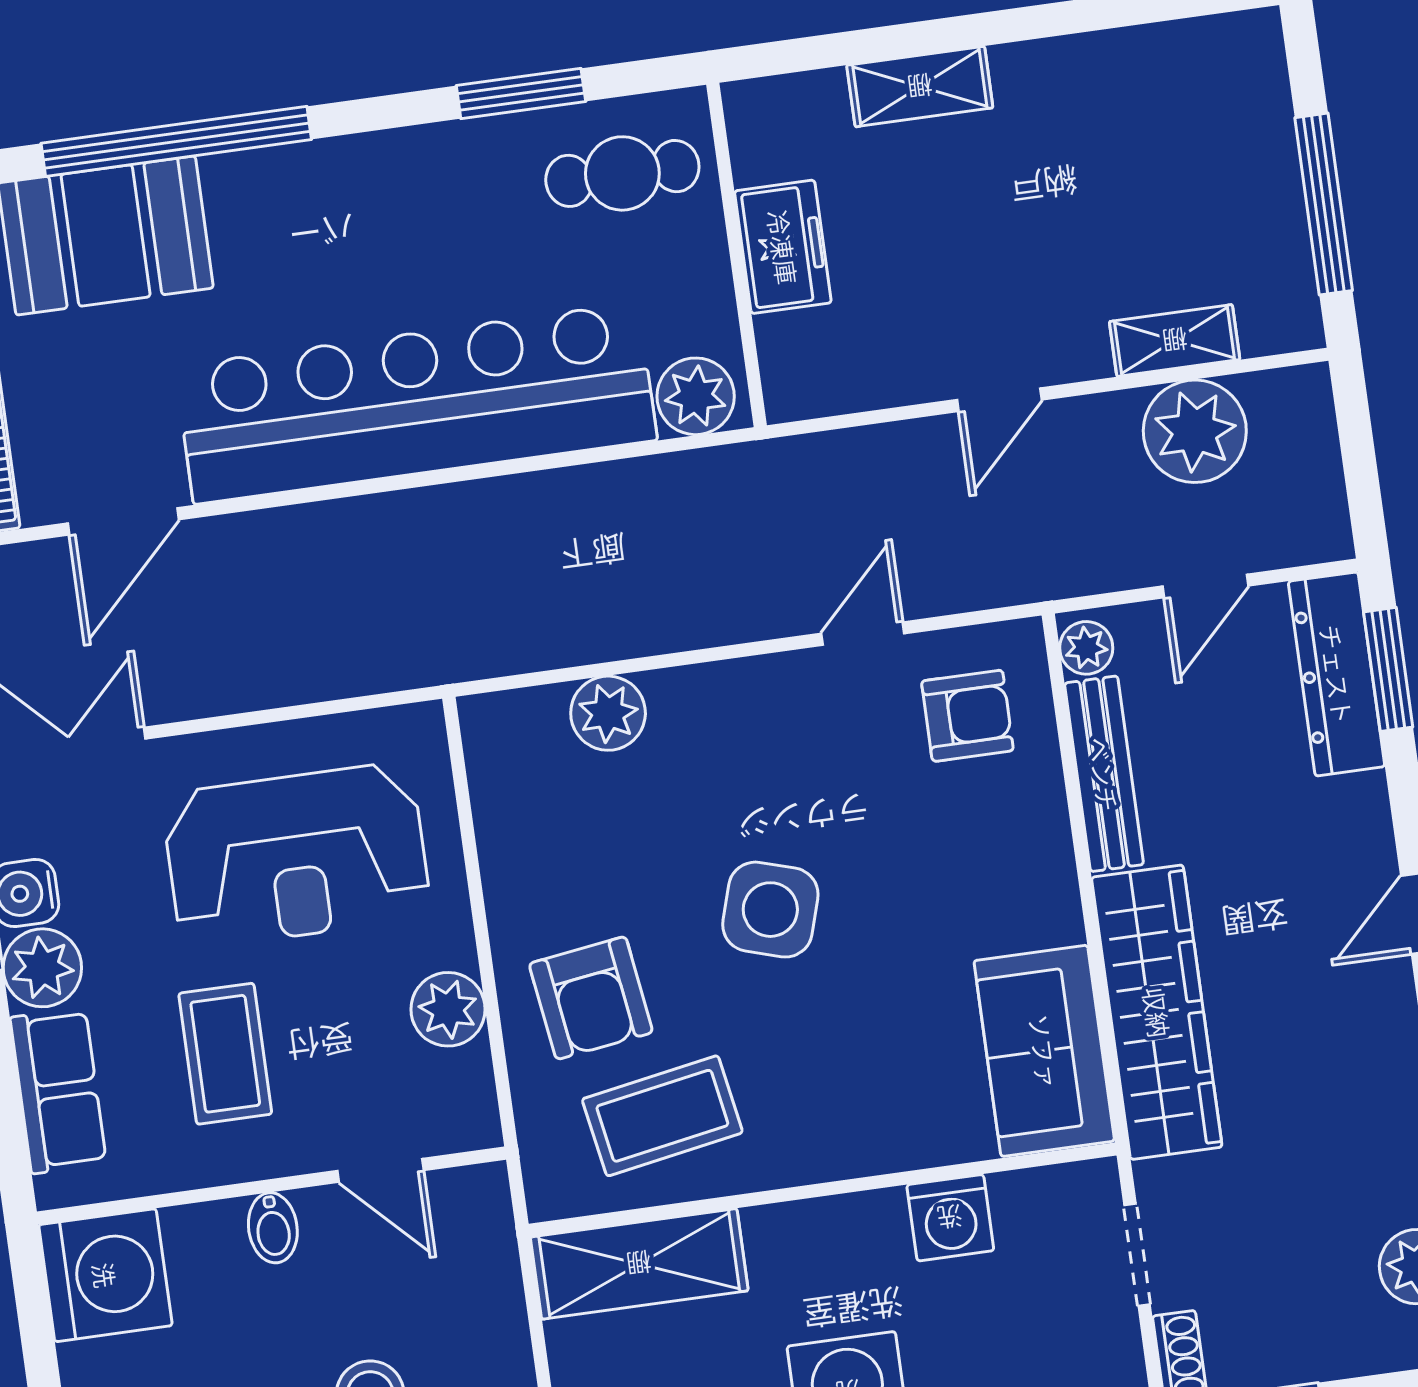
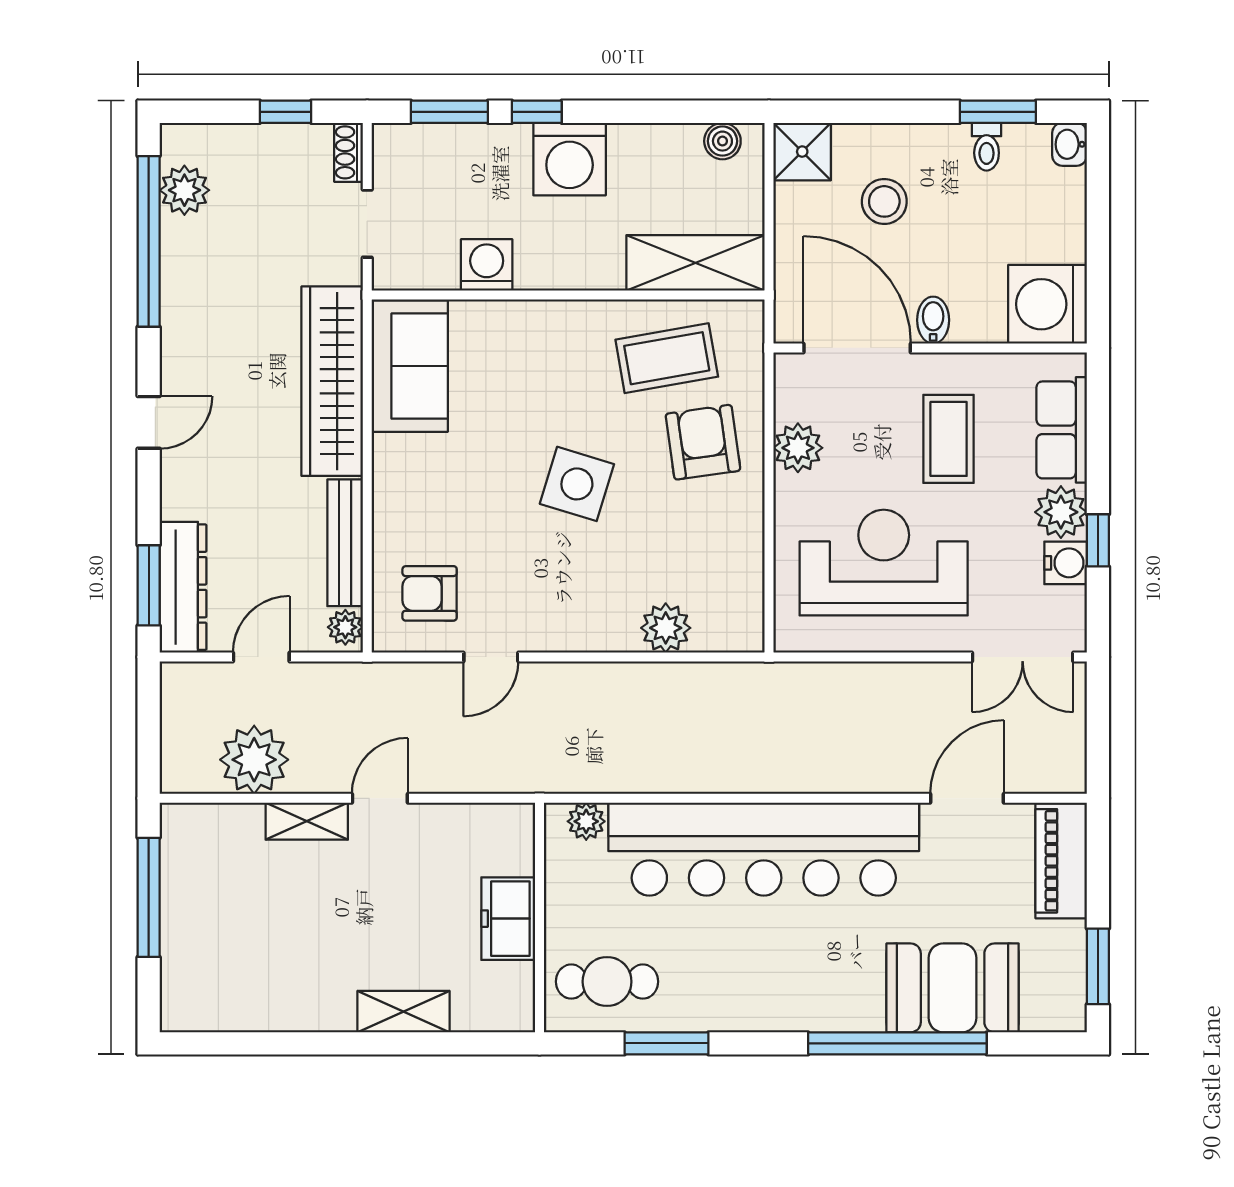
shelving: (1175, 341) -> (307, 821), moved
plant: (696, 396) -> (586, 821), width x0.73, depth x0.73
door: (380, 1170) -> (857, 348), width x1.87

